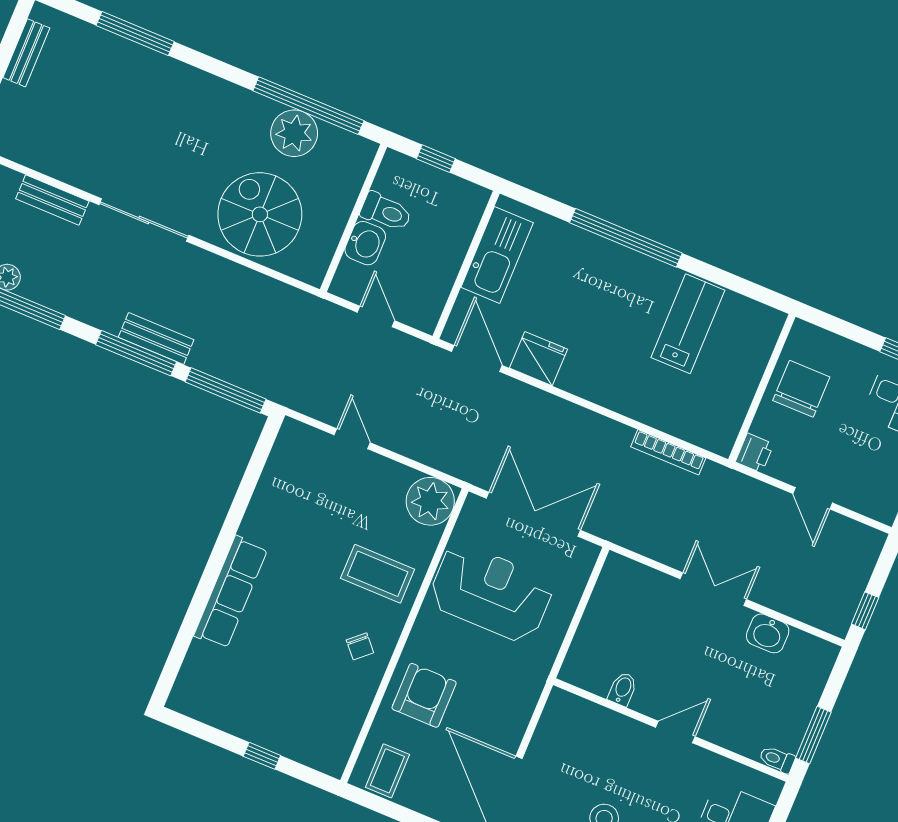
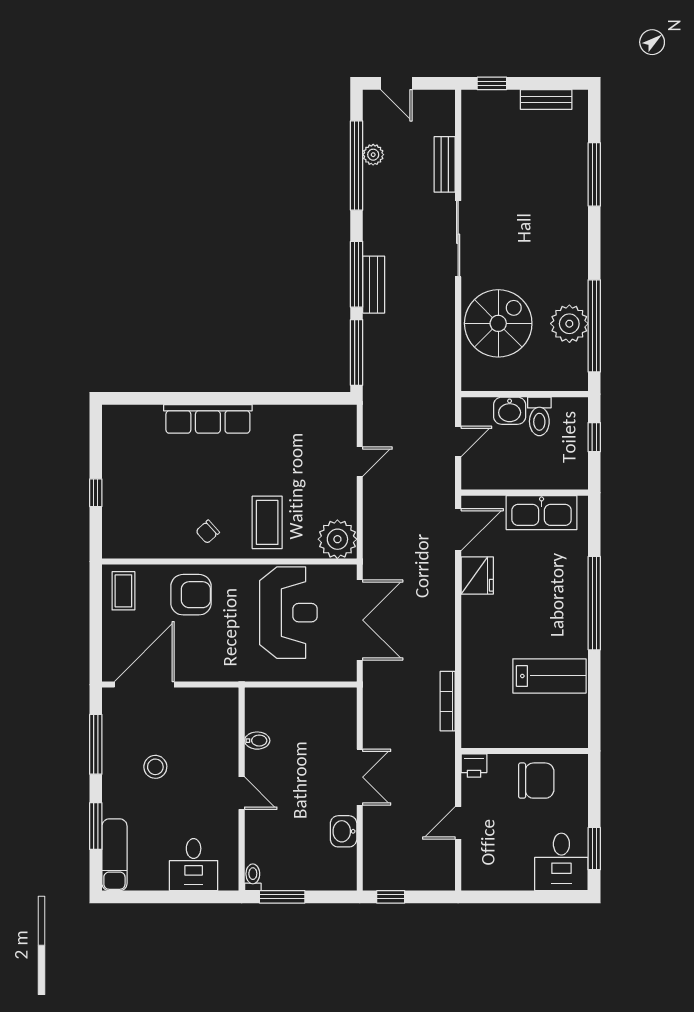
coffee table: (387, 771) -> (123, 591), turned 90

